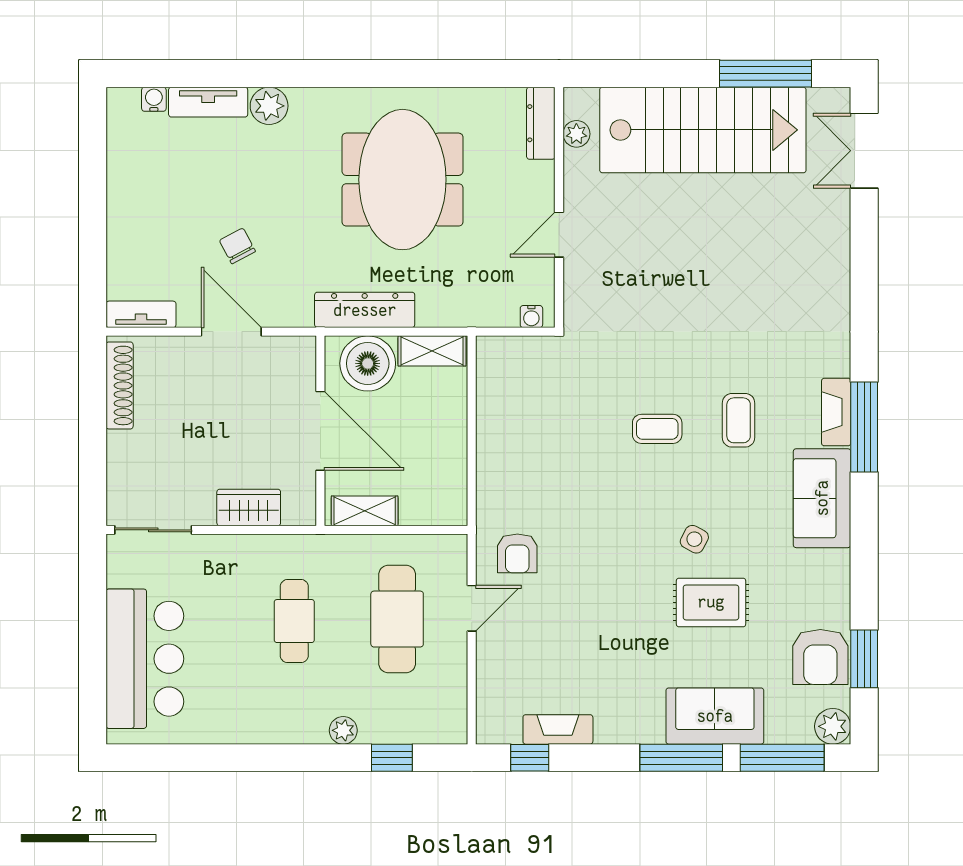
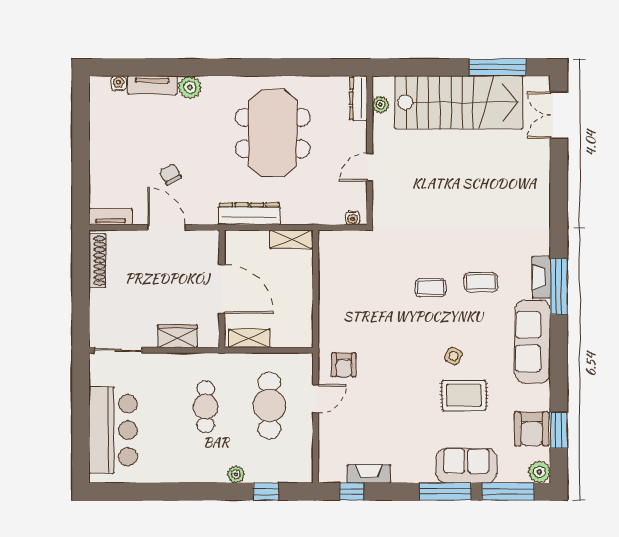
boiler: (368, 363) -> (251, 247), removed
coffee table: (739, 420) -> (481, 282), turned 90
sofa: (822, 498) -> (533, 342), width x1.36

